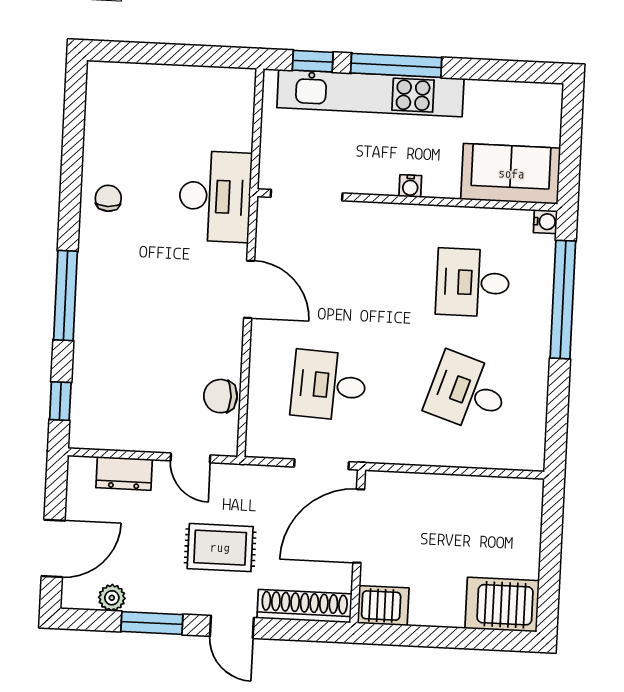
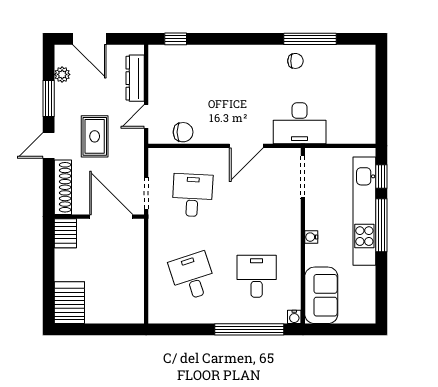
window: (65, 296) -> (310, 39), moved
desk: (467, 392) -> (192, 276), turned -36
chair: (220, 396) -> (183, 132), turned 90
dresser: (124, 473) -> (135, 78), width x1.44

